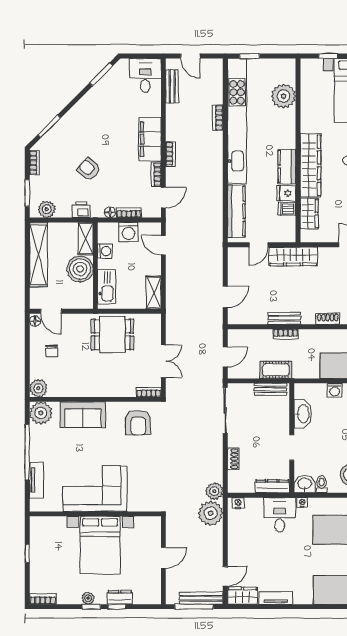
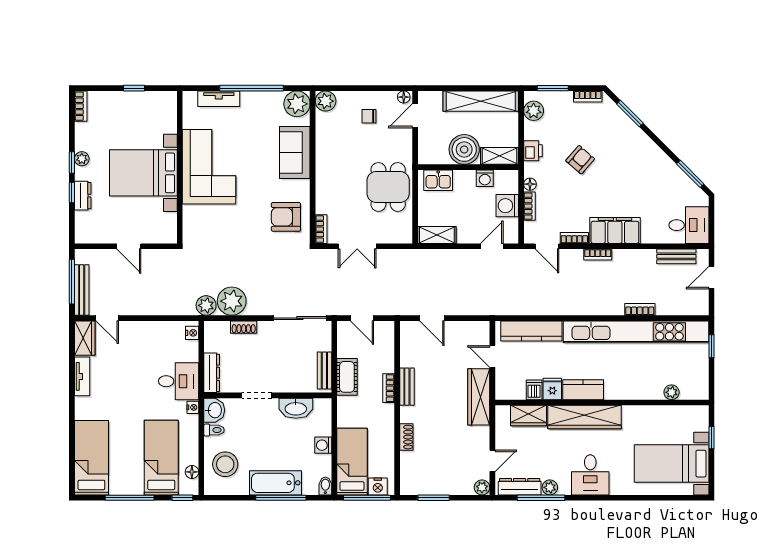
plant: (284, 96) -> (672, 392), width x0.53, depth x0.53
kitchen sink: (107, 287) -> (438, 180), width x0.73
plant: (211, 513) -> (232, 301), moved

